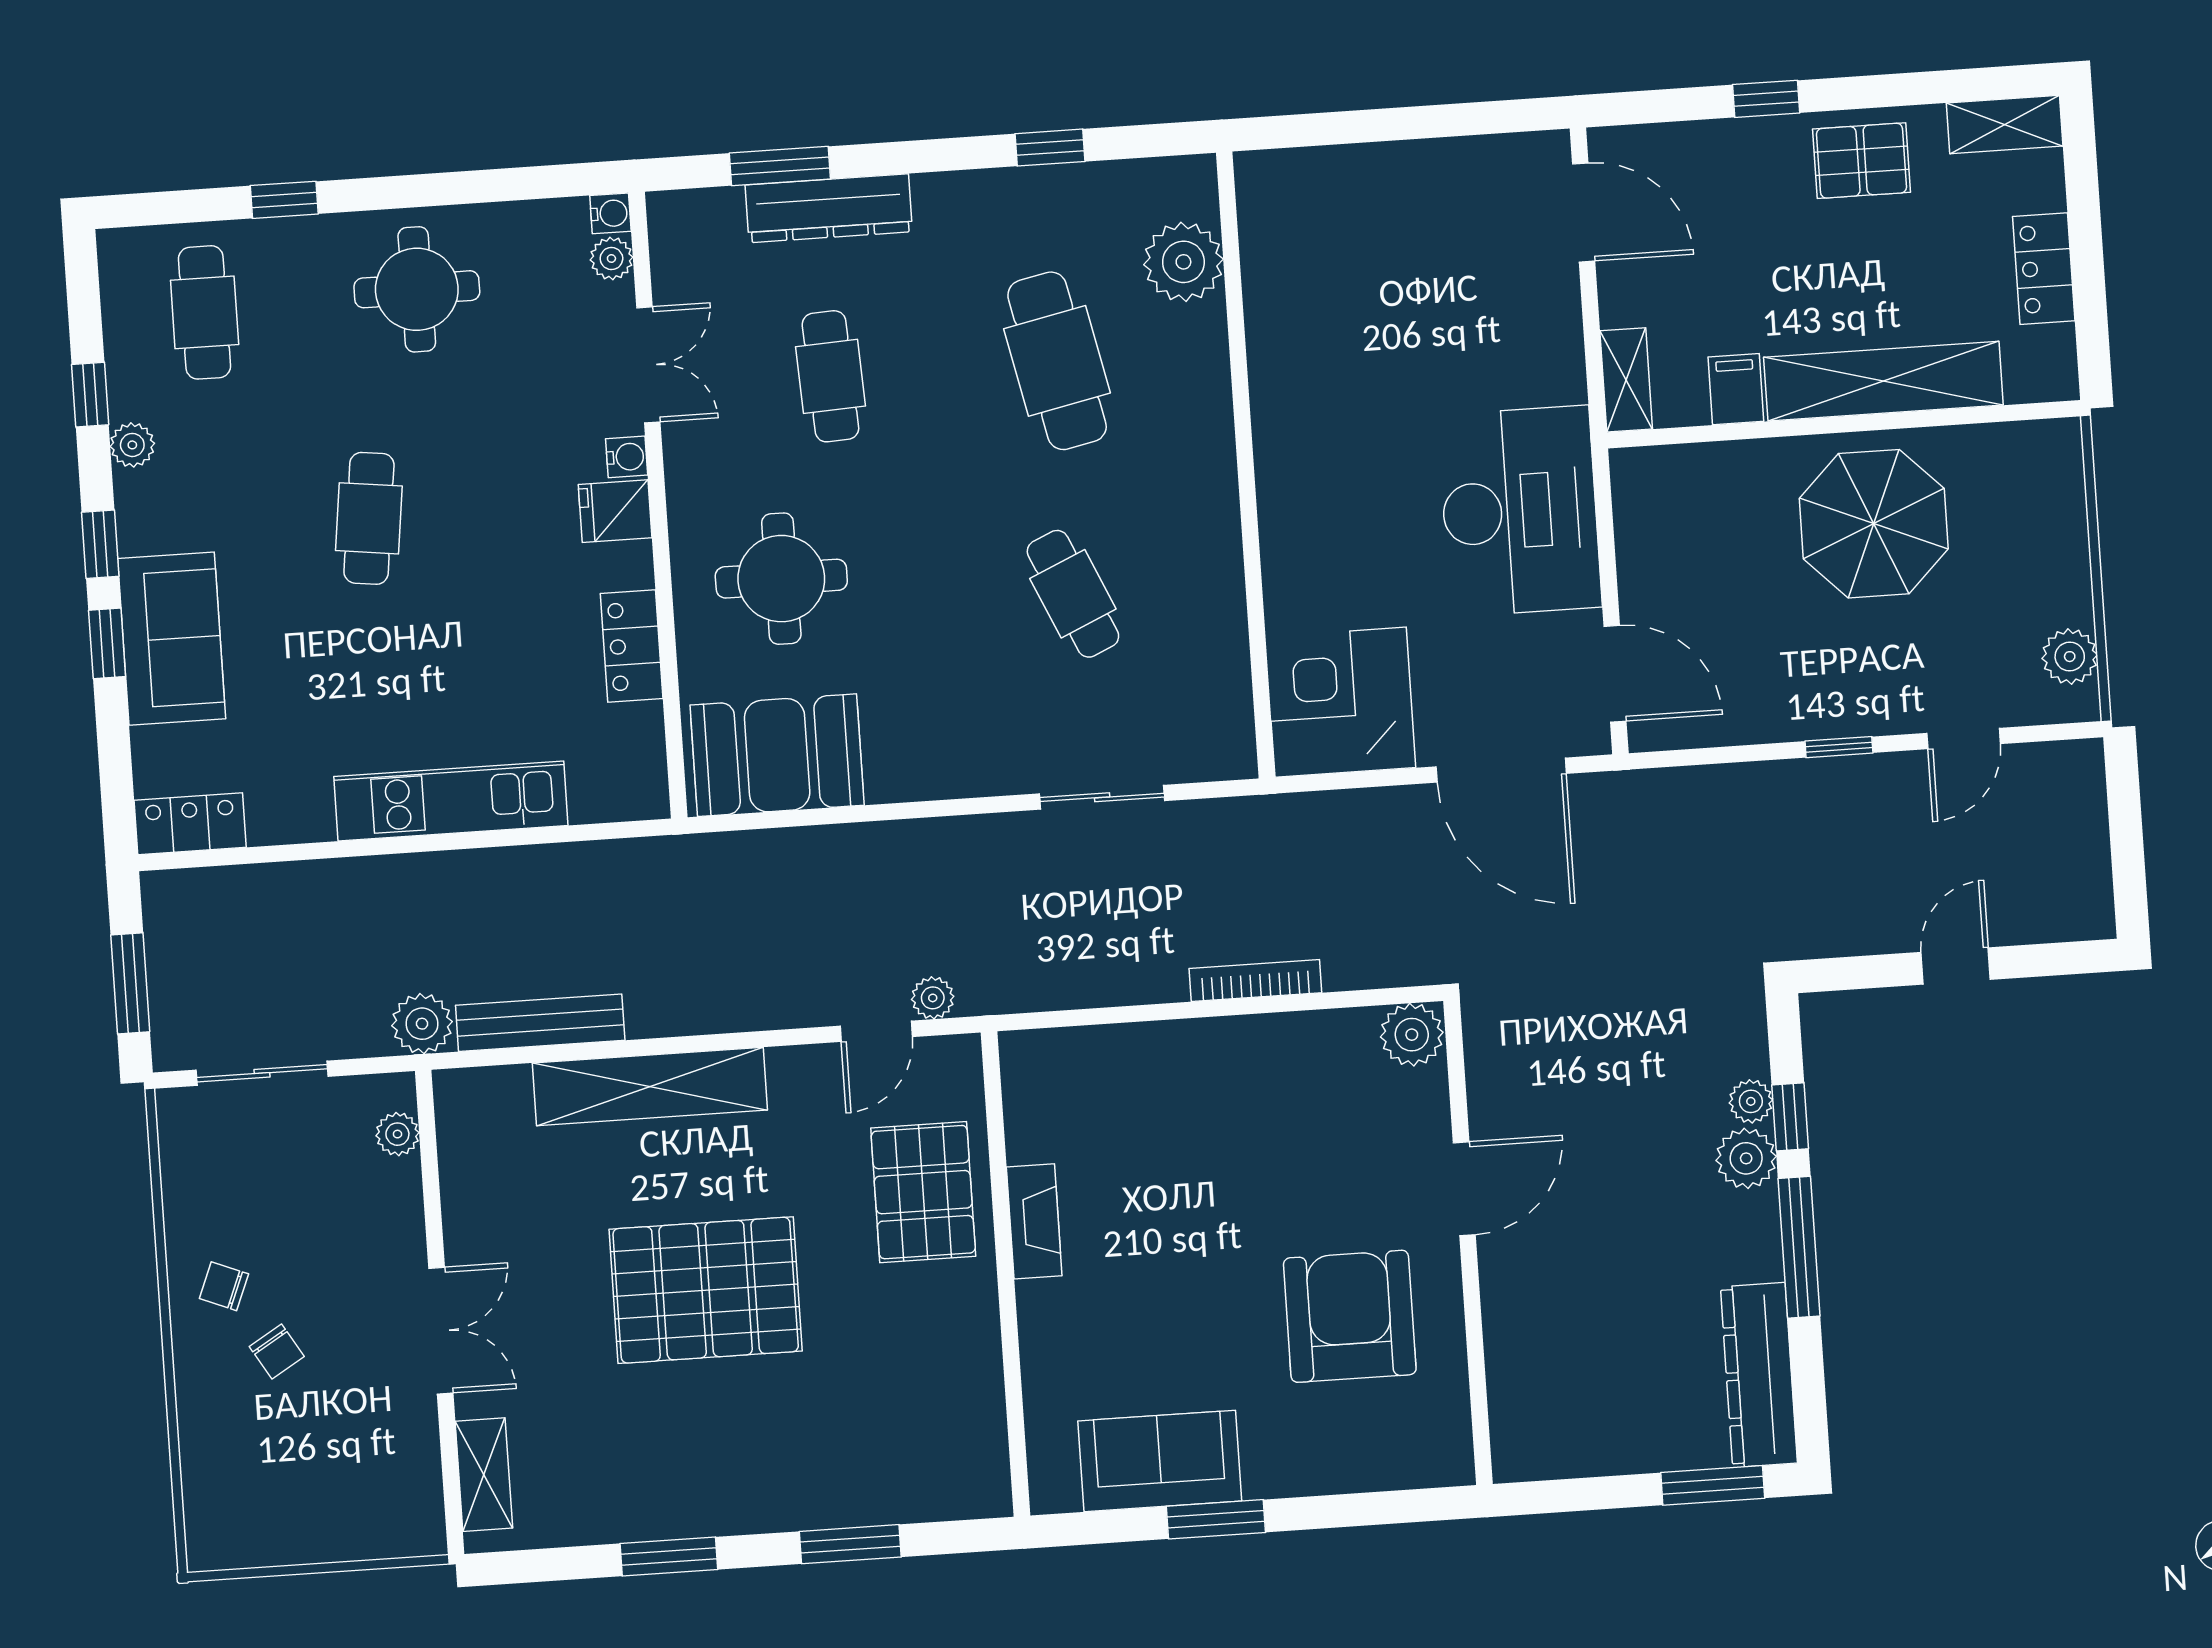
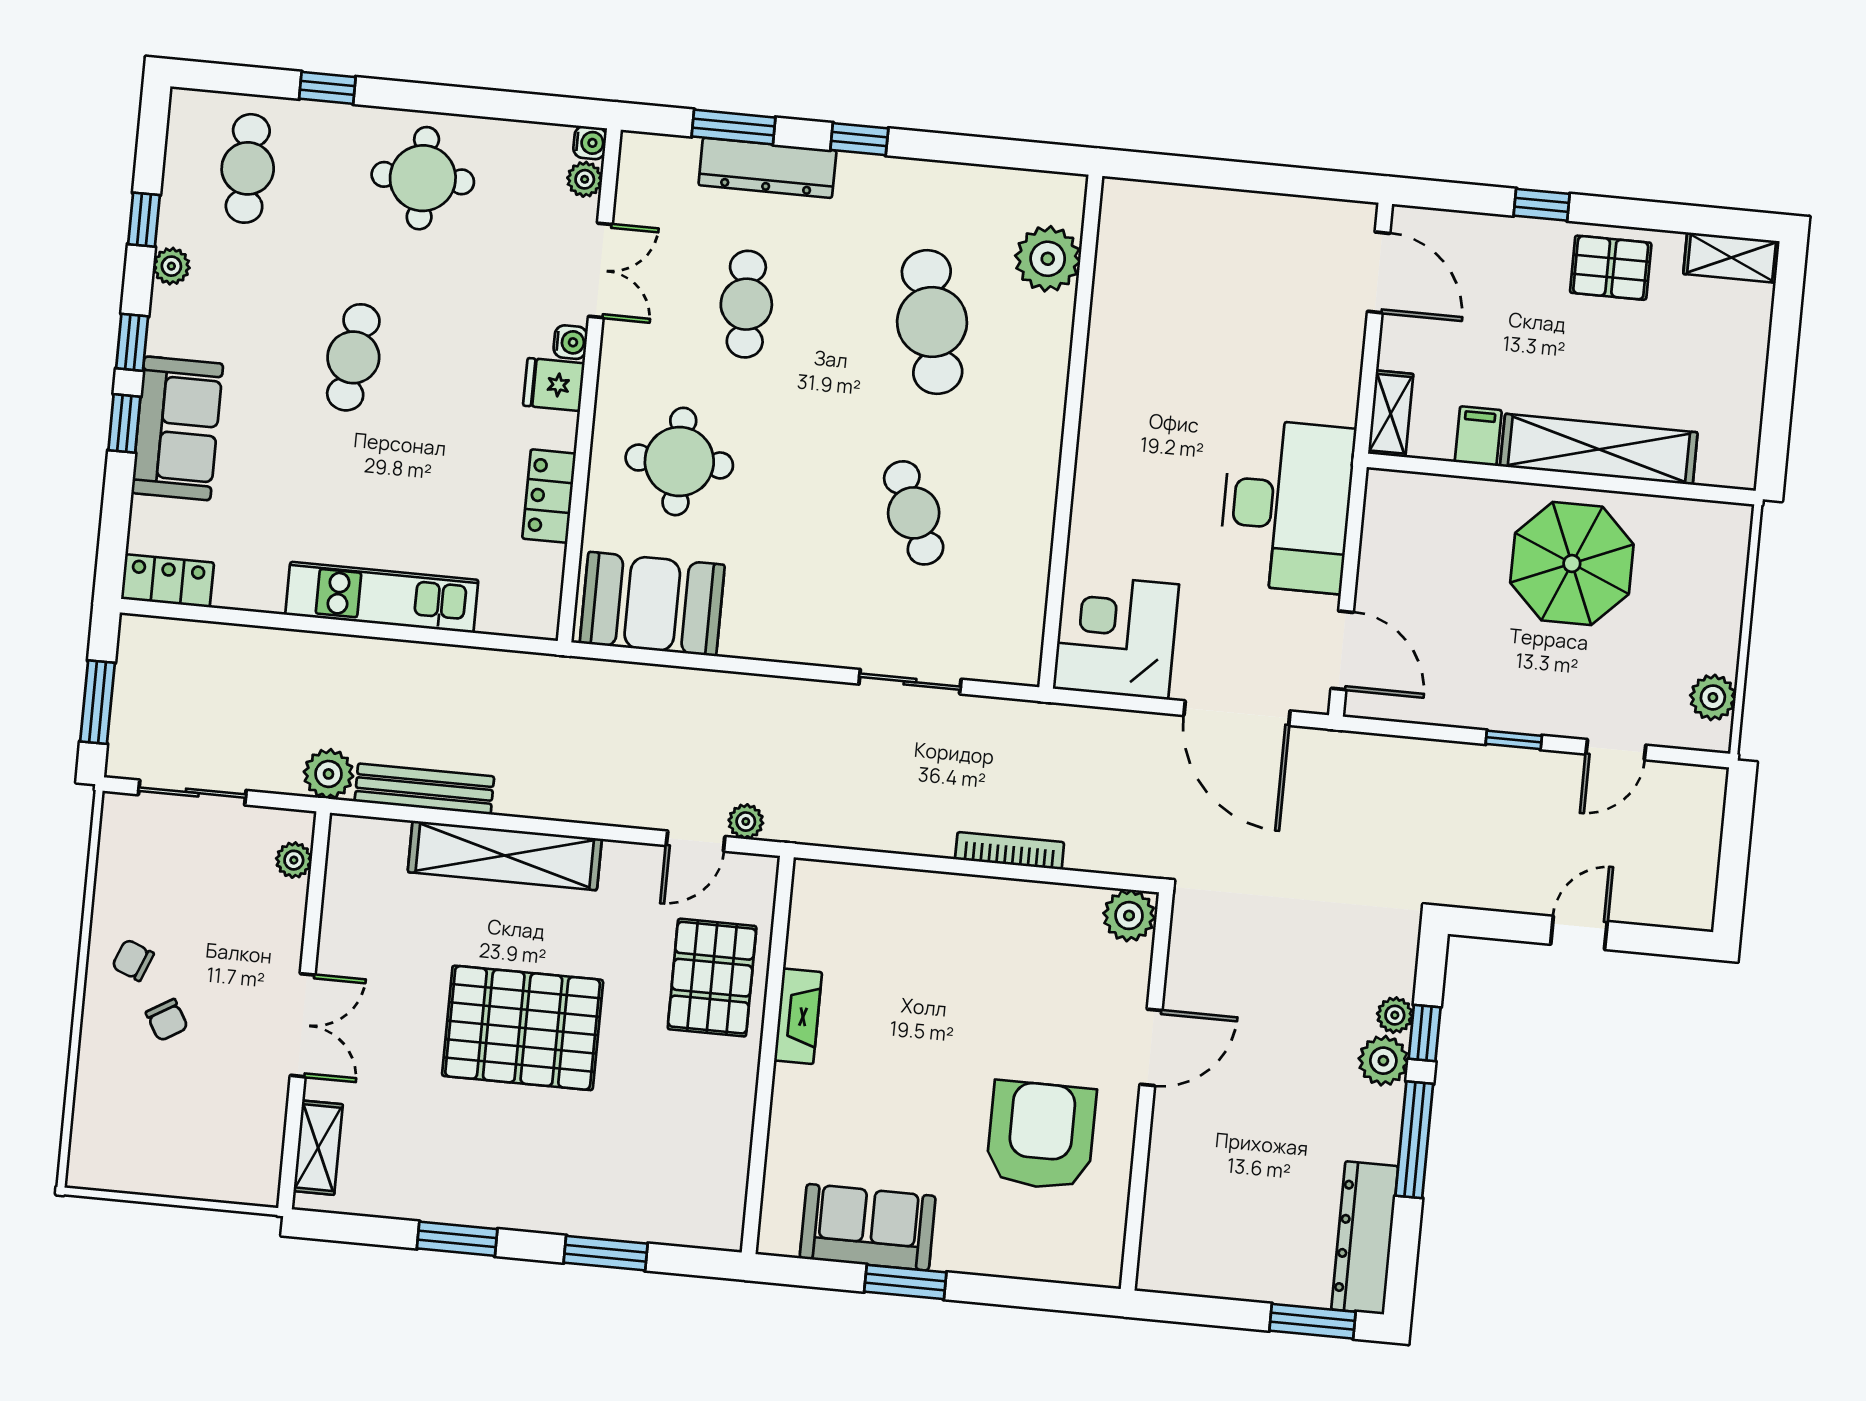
window: (1050, 148) -> (859, 139), moved
locker: (2044, 269) -> (1744, 380), removed

